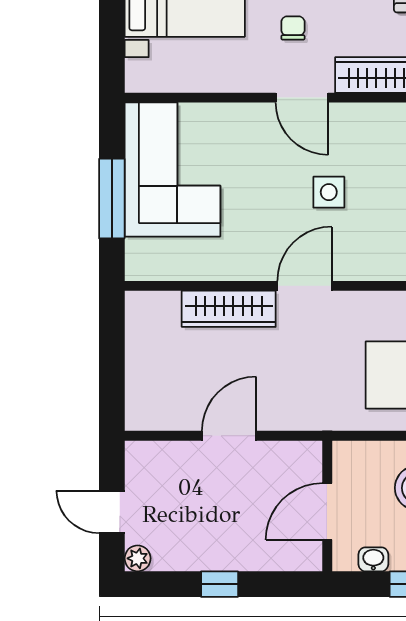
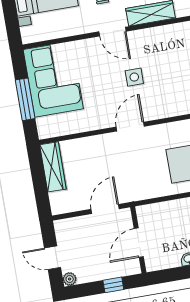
wardrobe: (229, 309) -> (53, 167), moved, turned -90
wall: (327, 506) -> (138, 240), moved
door: (327, 511) -> (139, 243), moved

